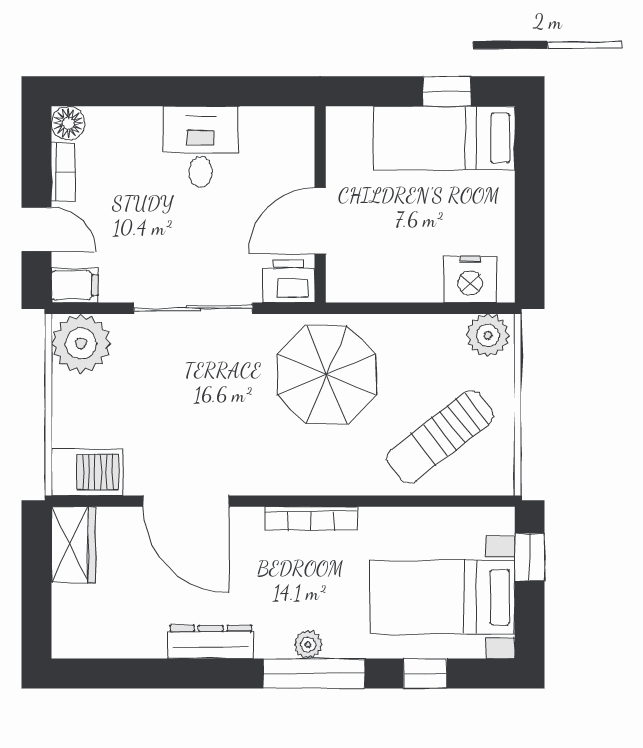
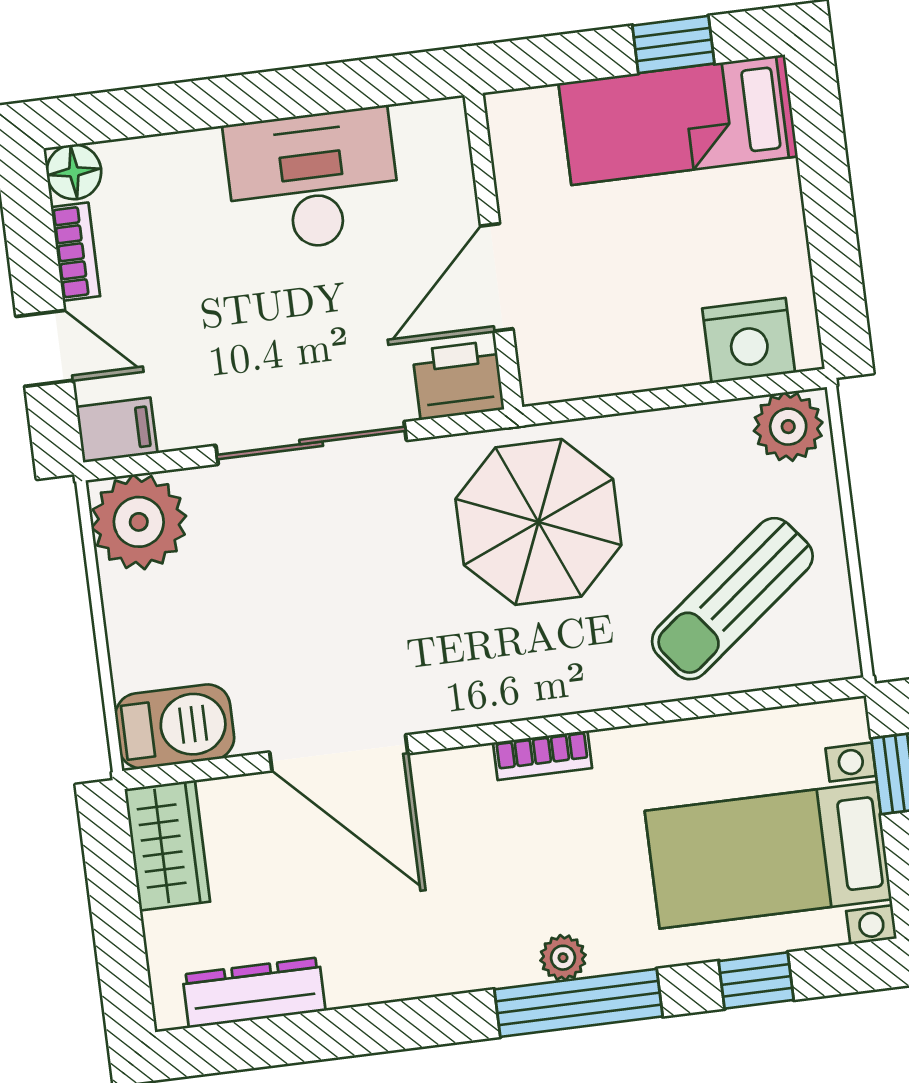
desk: (200, 147) -> (313, 180), width x1.37
bookcase: (311, 518) -> (542, 755), width x0.64
dresser: (211, 642) -> (254, 993), moved

